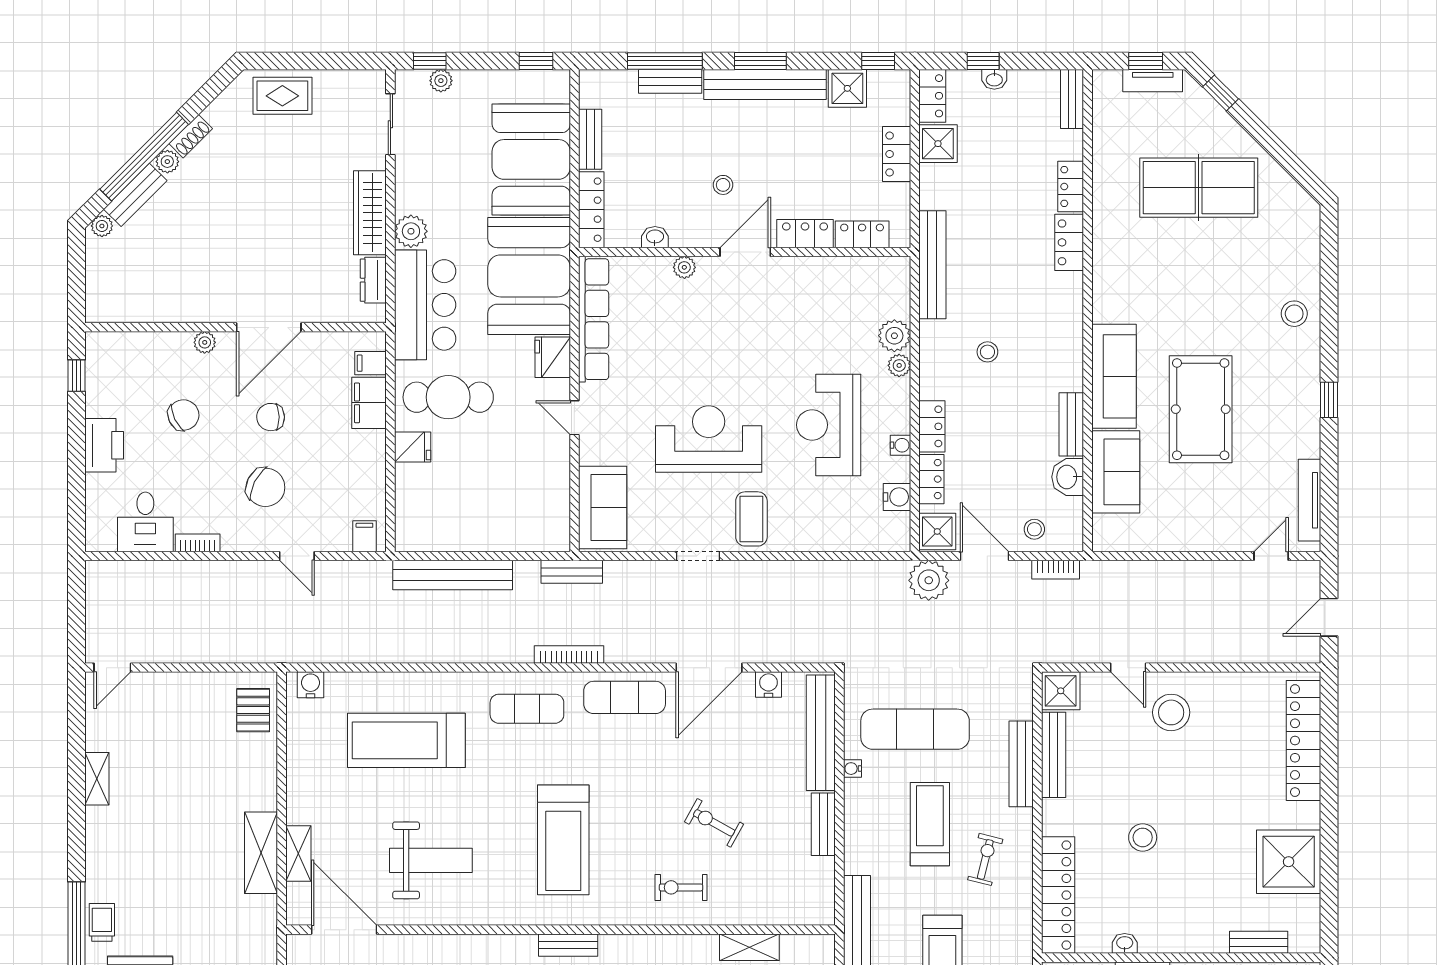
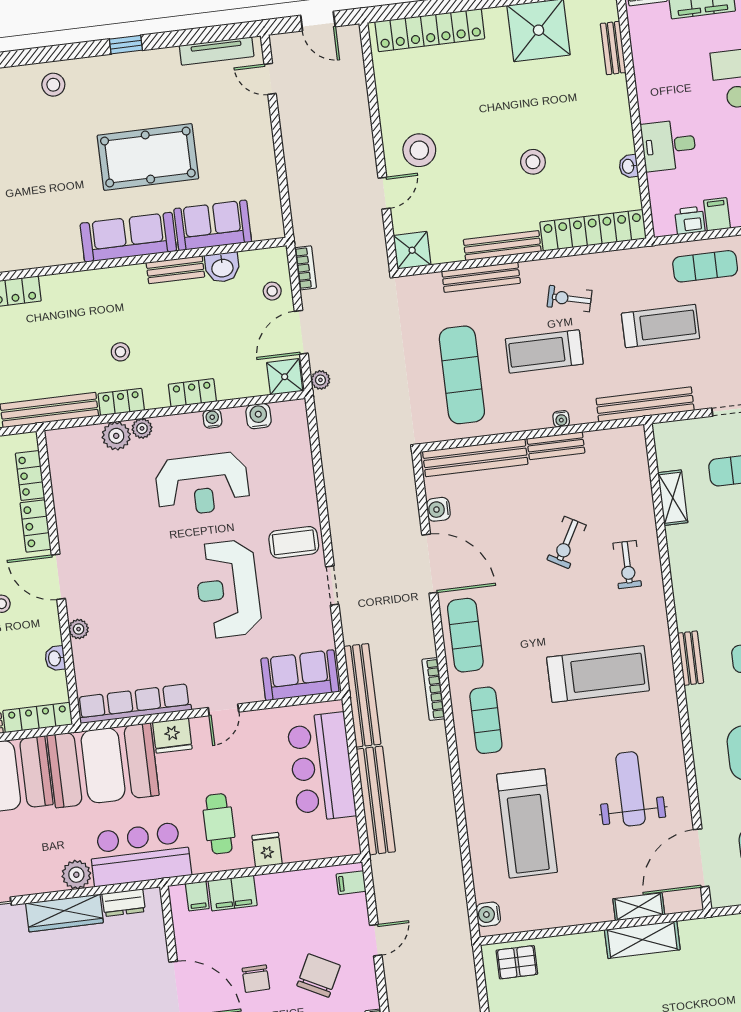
cafe table: (448, 397) -> (219, 824), width x0.73, depth x0.74
locker: (931, 479) -> (121, 402), moved
bar counter: (497, 519) -> (321, 767), added
bench: (572, 572) -> (362, 695), width x1.86, depth x1.21
plant: (929, 580) -> (320, 380), width x0.53, depth x0.53
bench: (1054, 755) -> (502, 246), moved
water cooler: (852, 769) -> (561, 419), moved

